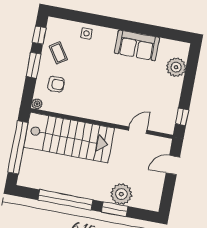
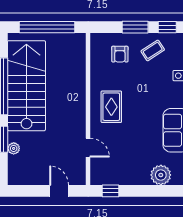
rug: (104, 101) -> (111, 107), added
plant: (37, 104) -> (96, 38), removed
stairs: (69, 138) -> (26, 86), moved, turned 180
plant: (121, 194) -> (14, 148), width x0.53, depth x0.53

